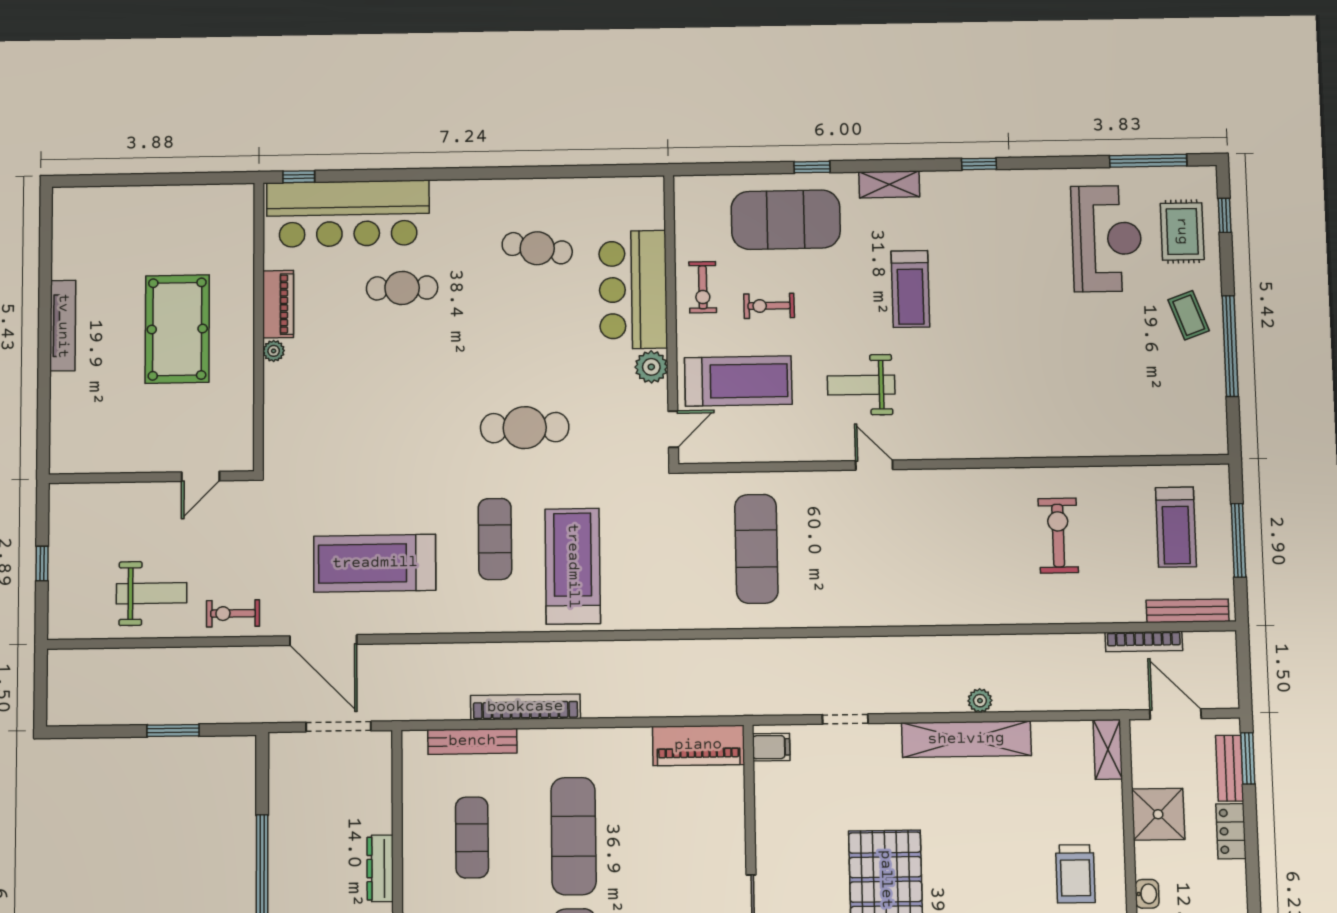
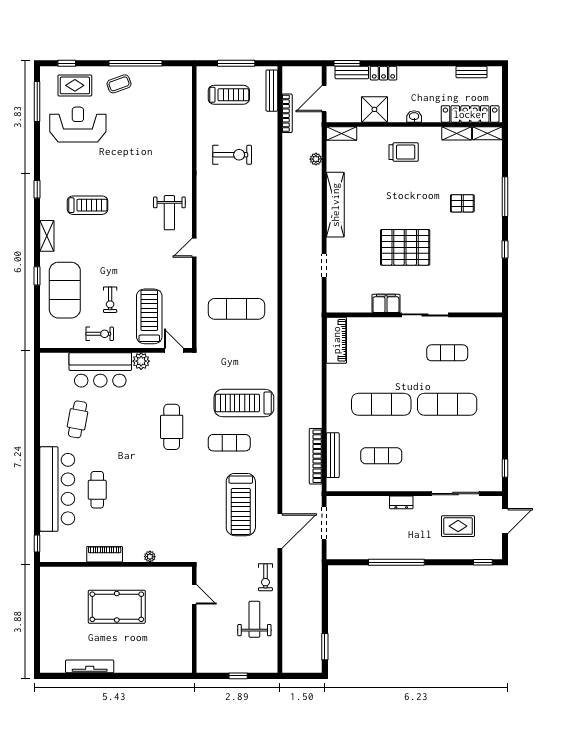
bar counter: (348, 214) -> (57, 489), moved
treadmill: (910, 289) -> (88, 205), moved
tv unit: (63, 326) -> (90, 666), moved
plant: (274, 351) -> (150, 557), moved
weight bench: (861, 385) -> (169, 213), moved
exercise bike: (1058, 536) -> (232, 155), turned 180
plant: (980, 701) -> (316, 159), moved
bookcase: (525, 707) -> (316, 456), moved
window: (173, 730) -> (325, 647), moved
filing cabinet: (771, 747) -> (386, 303), moved, width x2.00
dresser: (380, 868) -> (401, 502), width x0.70

